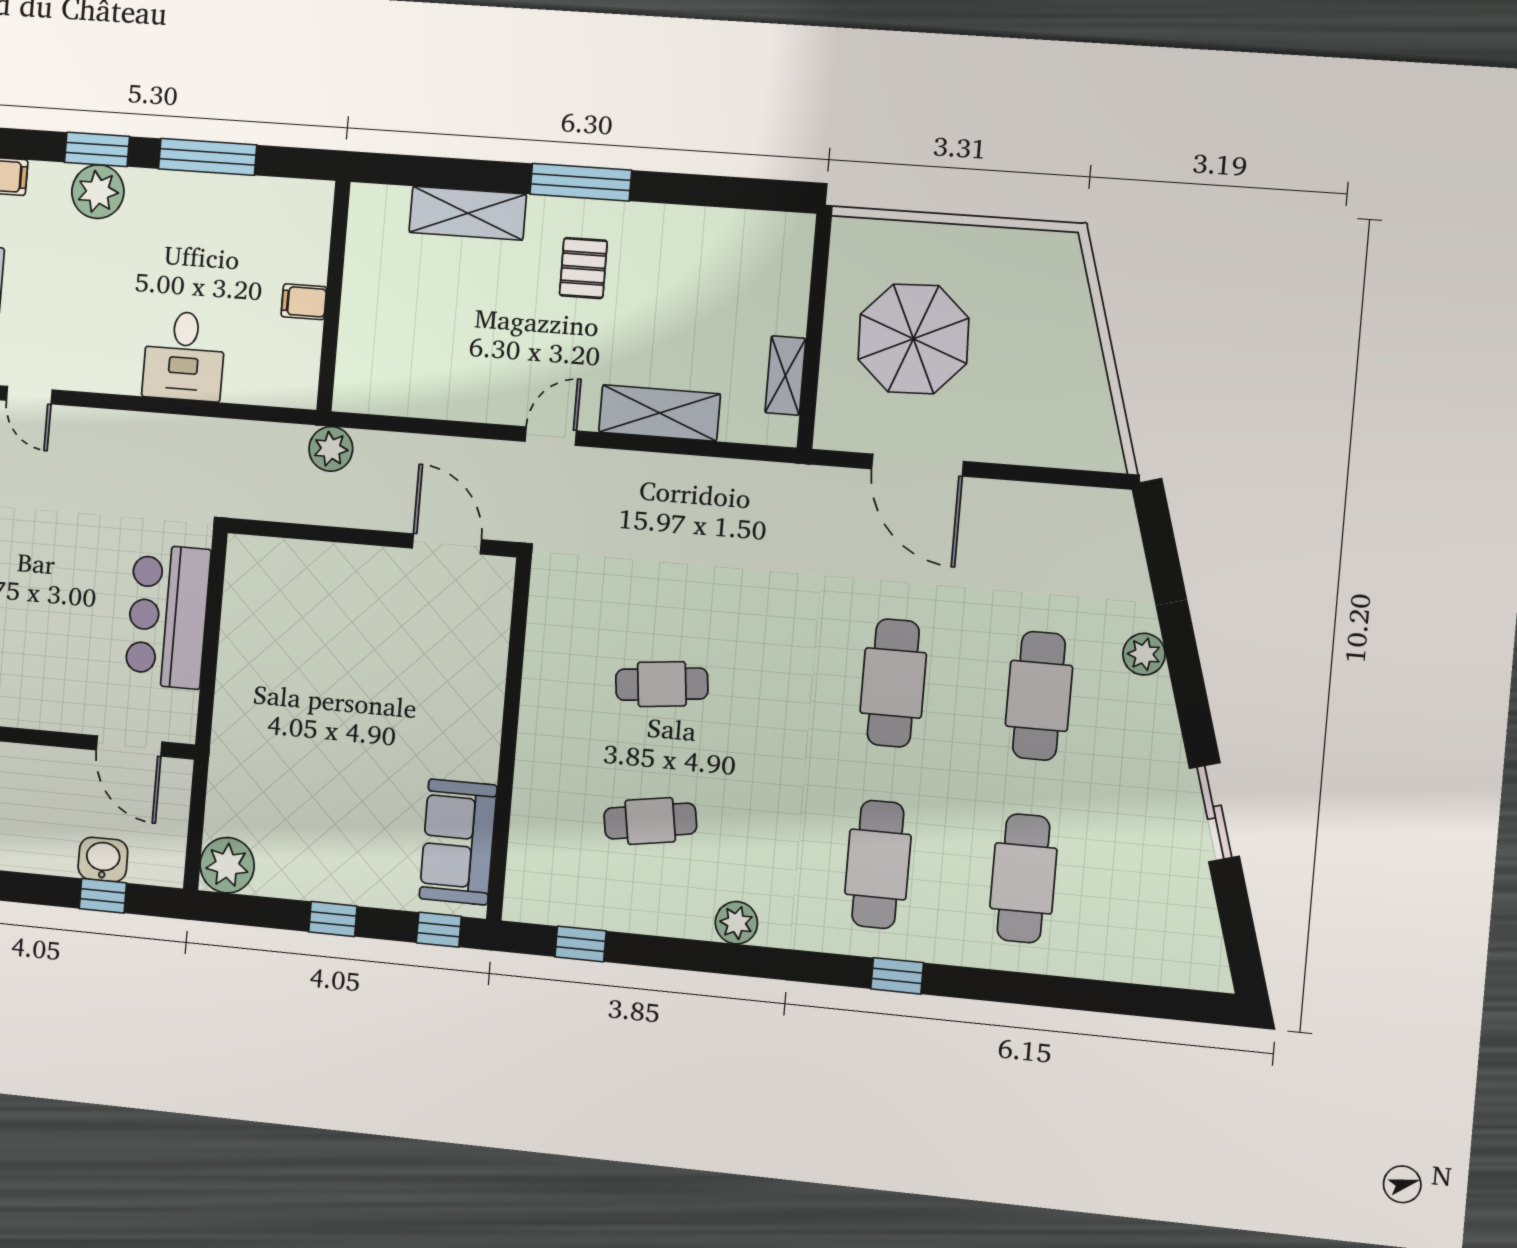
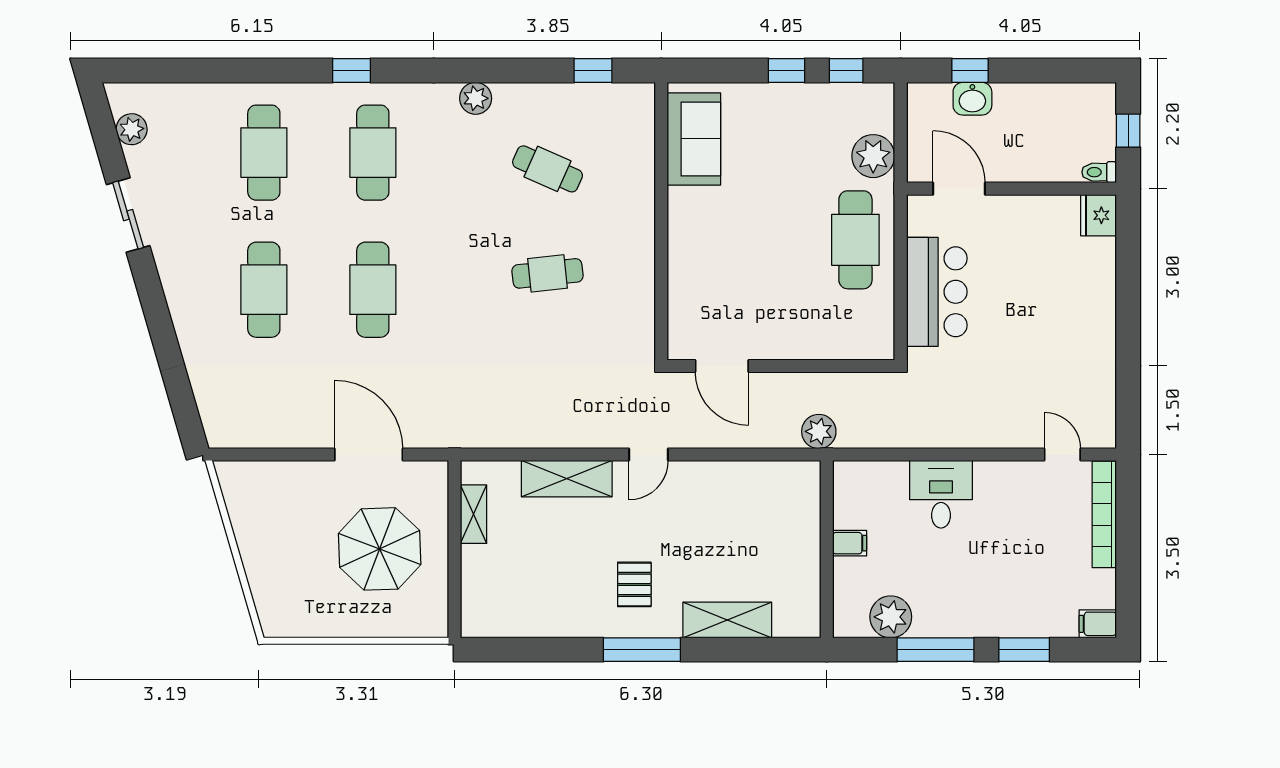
plant: (98, 192) -> (891, 617), moved
plant: (1144, 654) -> (132, 129), moved
cafe table: (264, 692) -> (855, 240), added
cafe table: (650, 821) -> (548, 169), turned 33
plant: (227, 865) -> (873, 156), moved
window: (439, 930) -> (846, 70), moved

